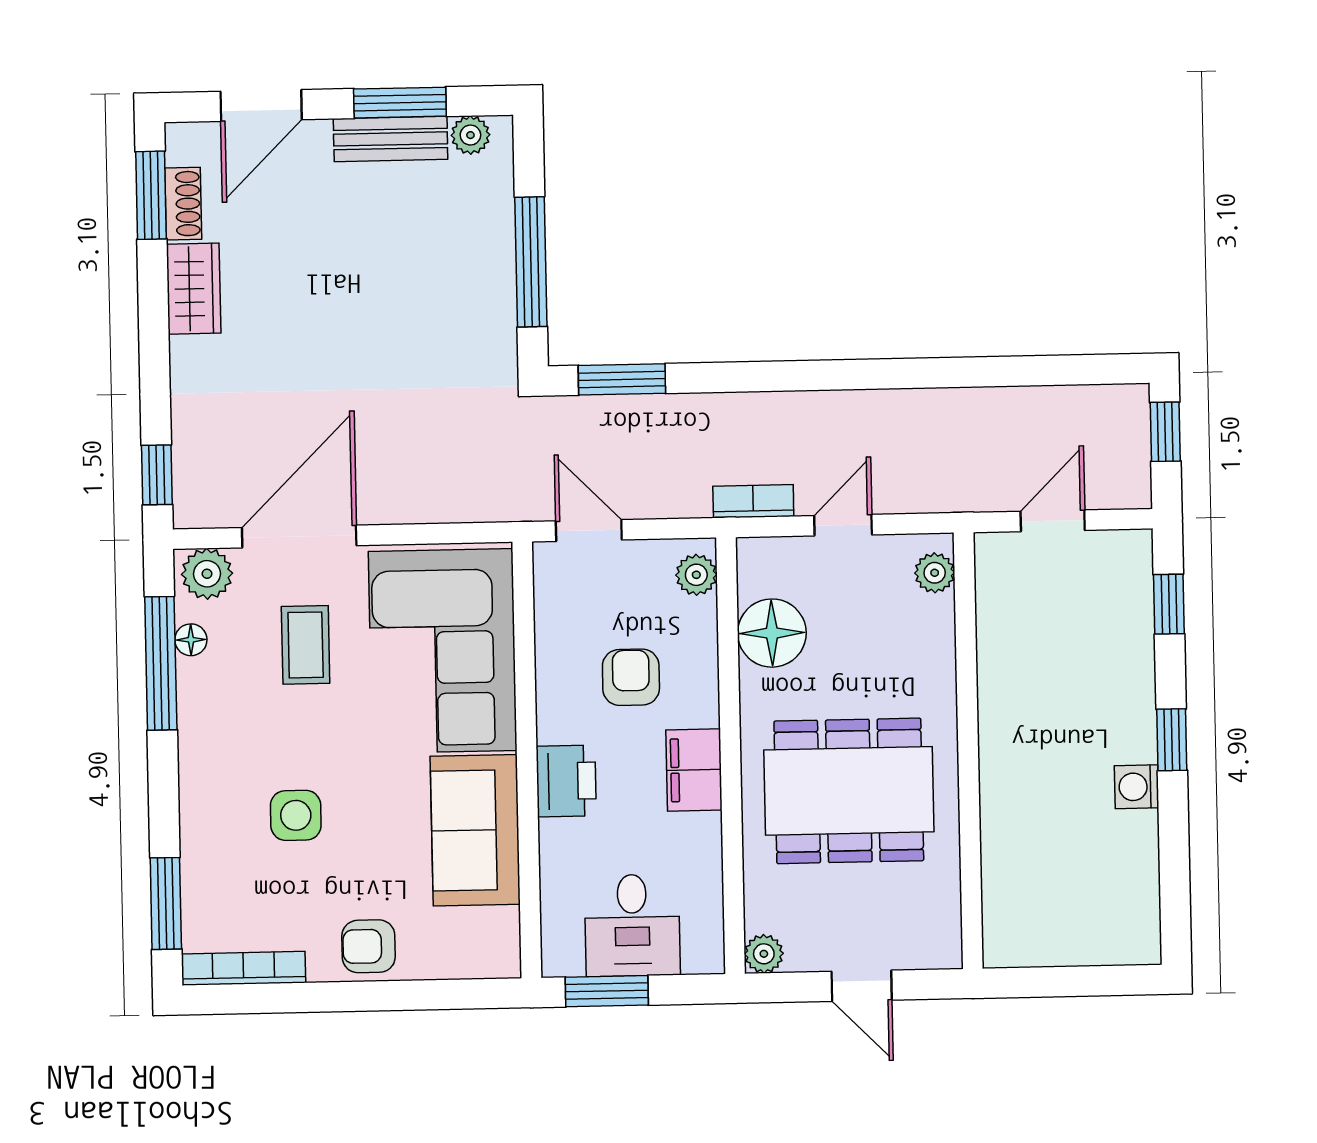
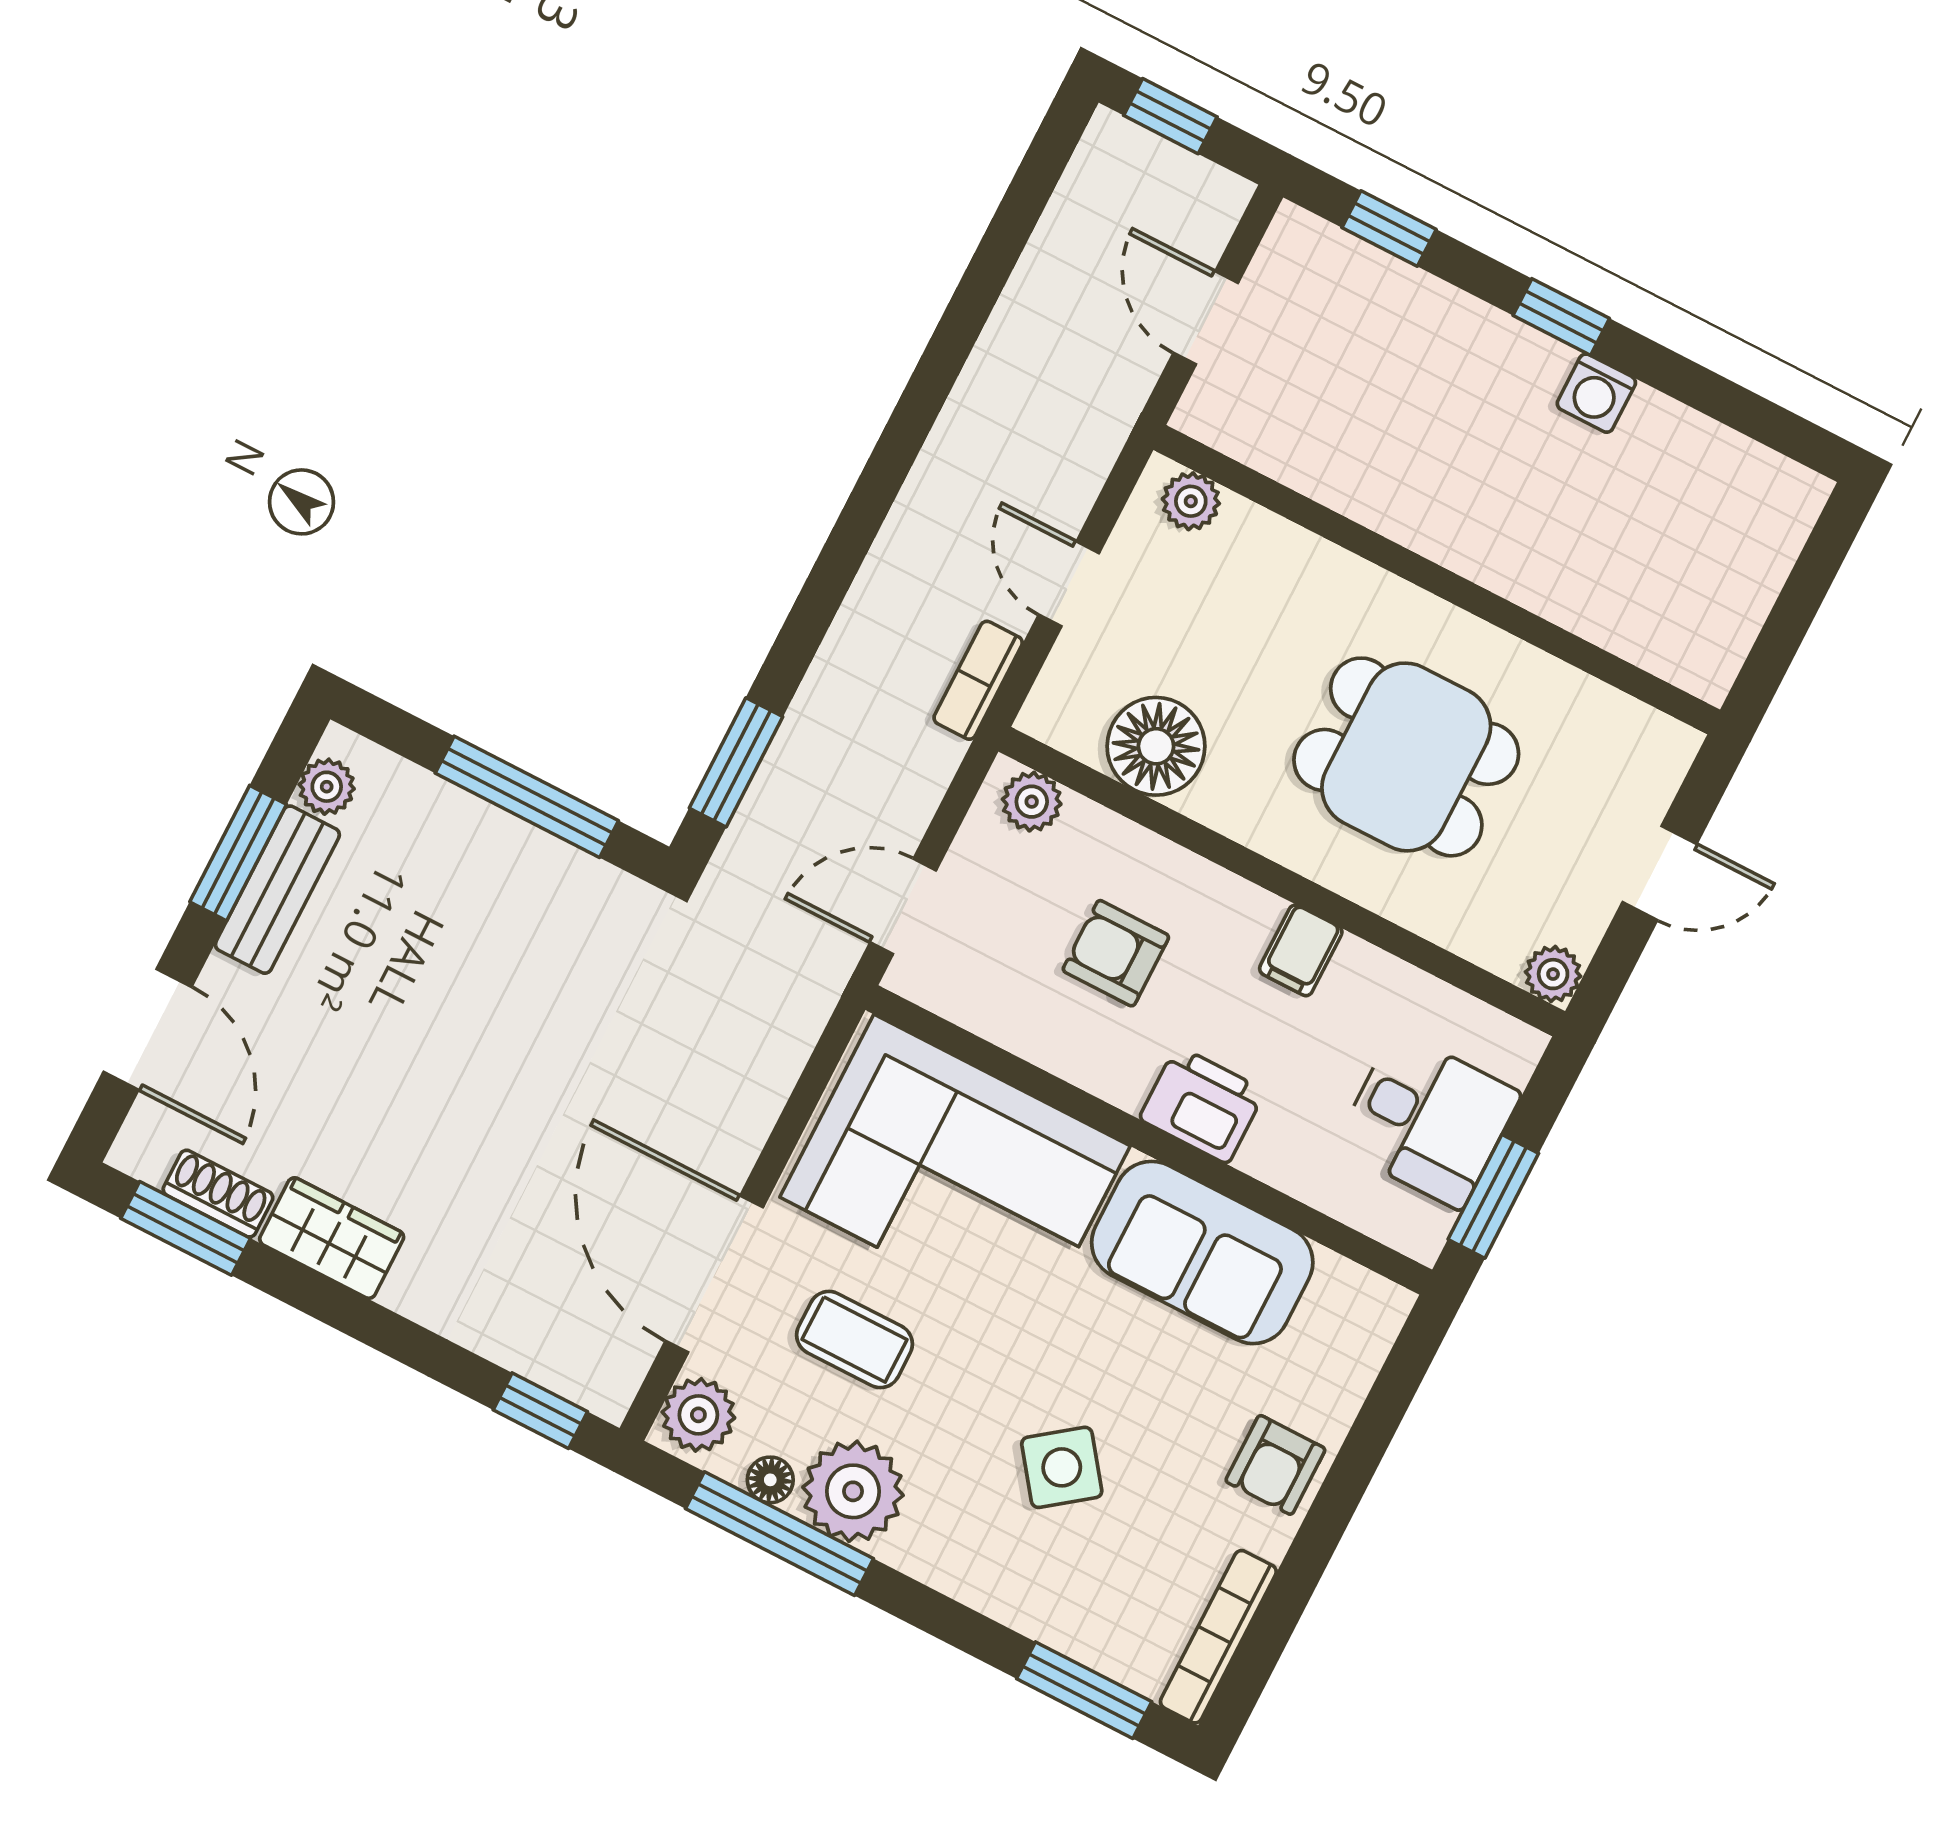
plant: (211, 695) -> (853, 1491), added
filing cabinet: (694, 770) -> (1301, 950), width x0.50
dining table: (849, 791) -> (1406, 757), width x0.73
side table: (296, 815) -> (1062, 1467), turned -37

